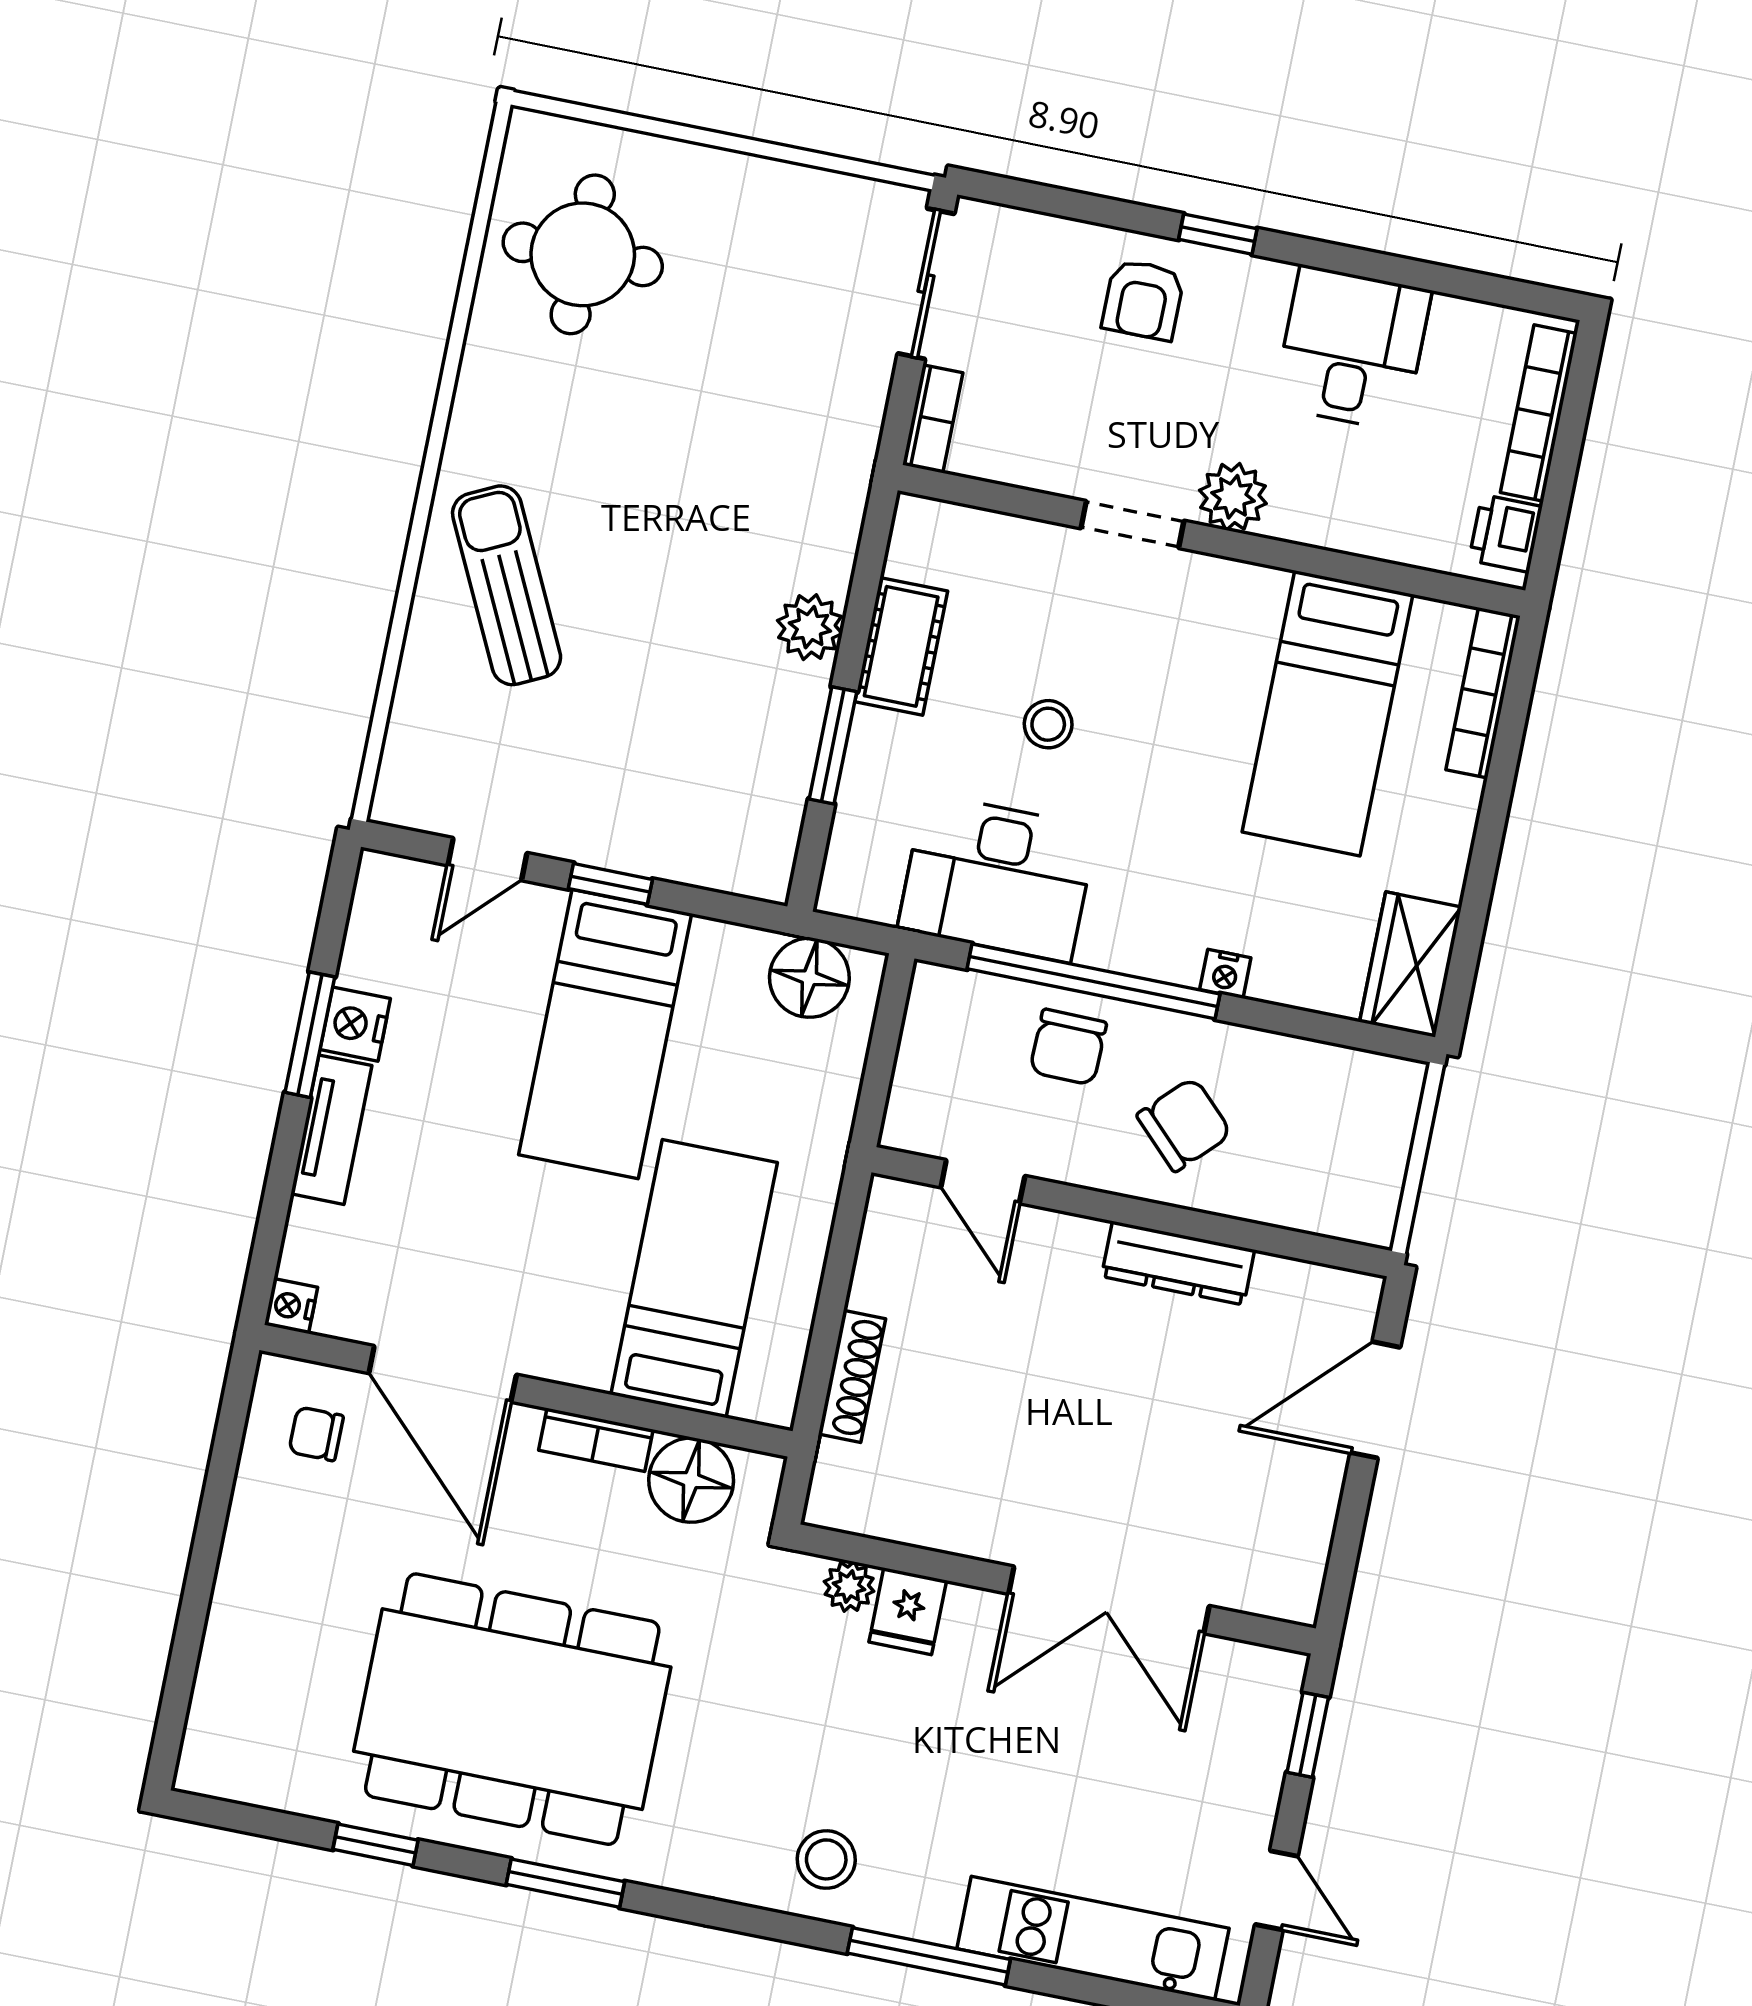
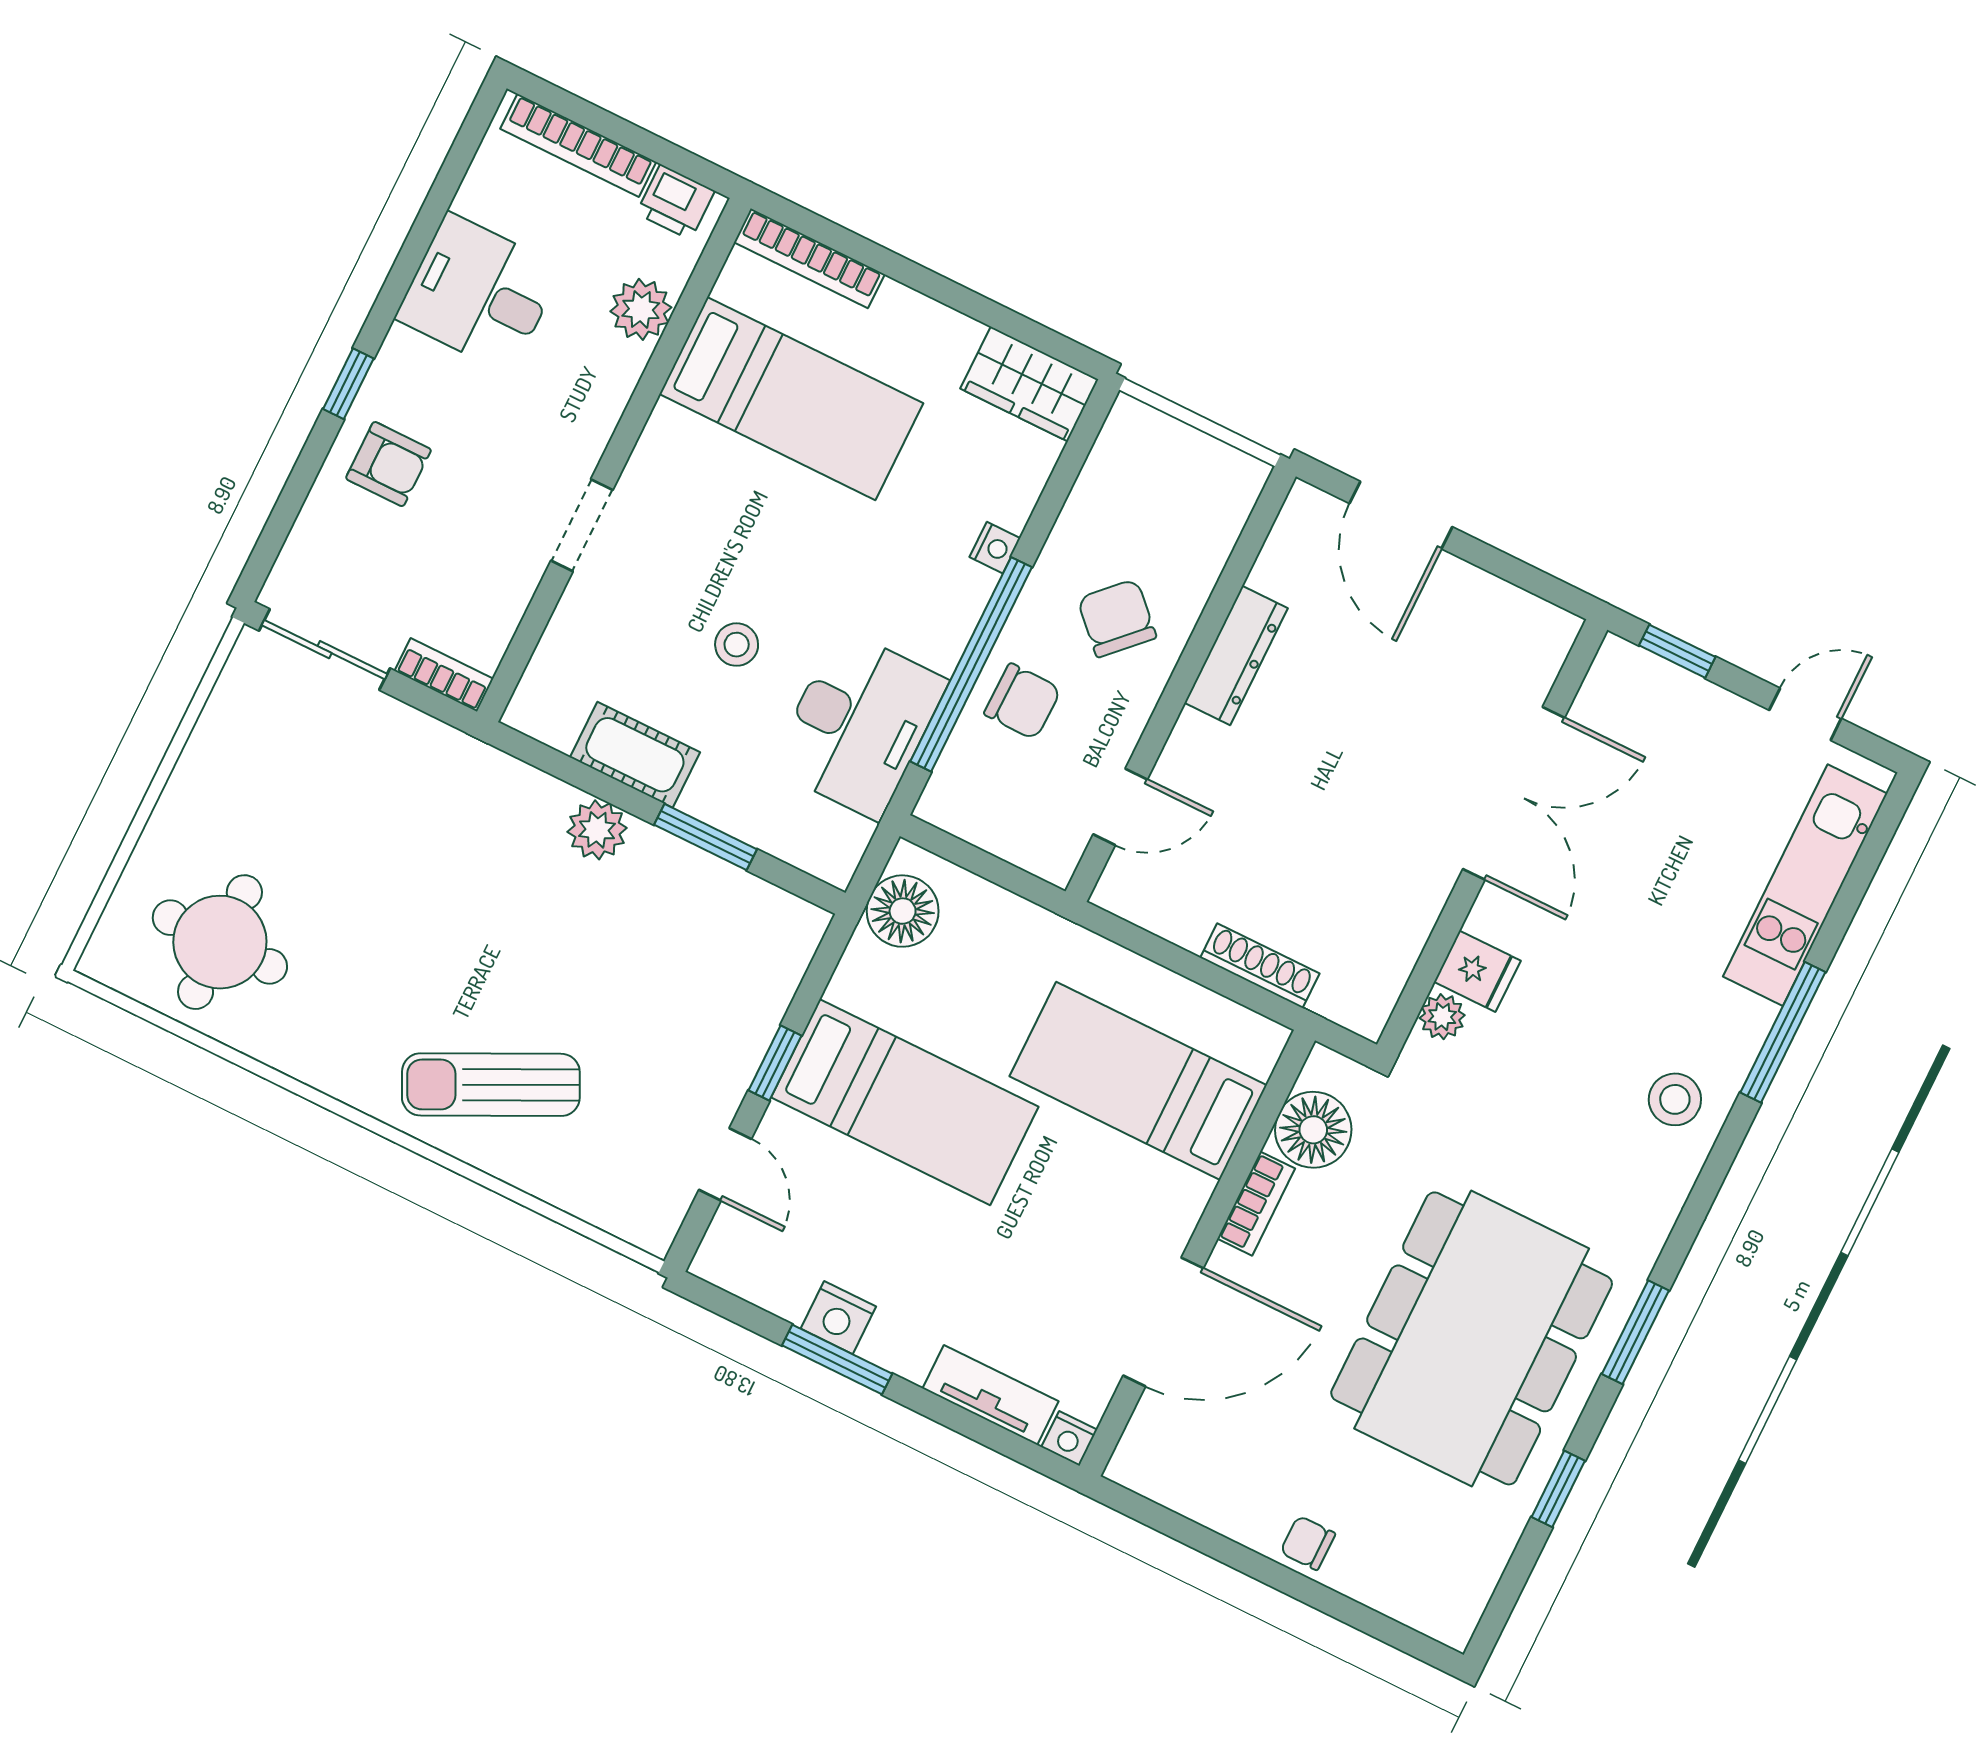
plant: (1233, 497) -> (641, 309), moved
tv unit: (331, 1130) -> (990, 1395), moved
chair: (316, 1434) -> (1308, 1543), moved, turned 90

